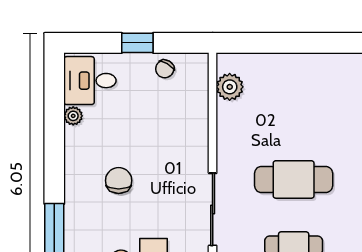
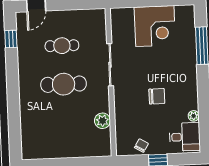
plant: (230, 87) -> (102, 121), moved
chair: (119, 181) -> (157, 96), moved, turned -90

